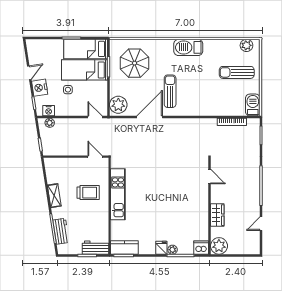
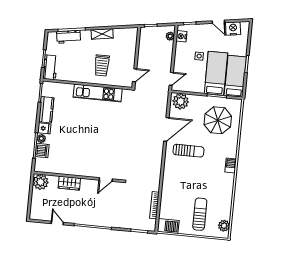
barbecue: (188, 47) -> (231, 166), width x0.53, depth x0.65
nightstand: (40, 88) -> (233, 29), moved
door: (150, 117) -> (166, 129), hinge flipped
kitchen counter: (124, 247) -> (46, 110), moved
dishwasher: (201, 248) -> (42, 150), moved

